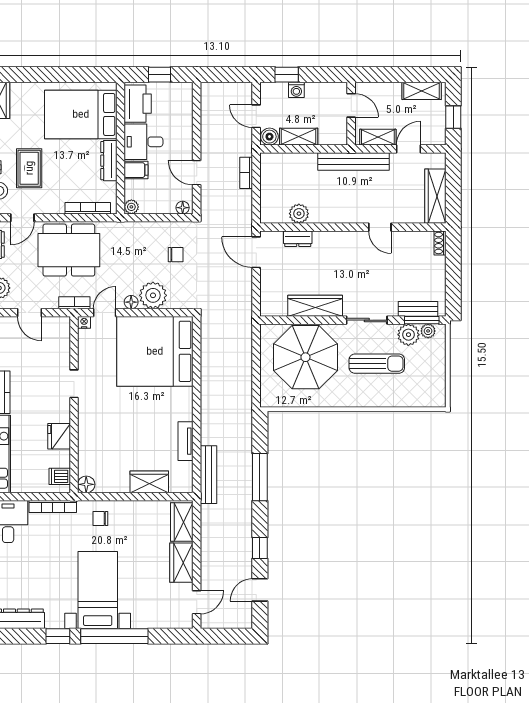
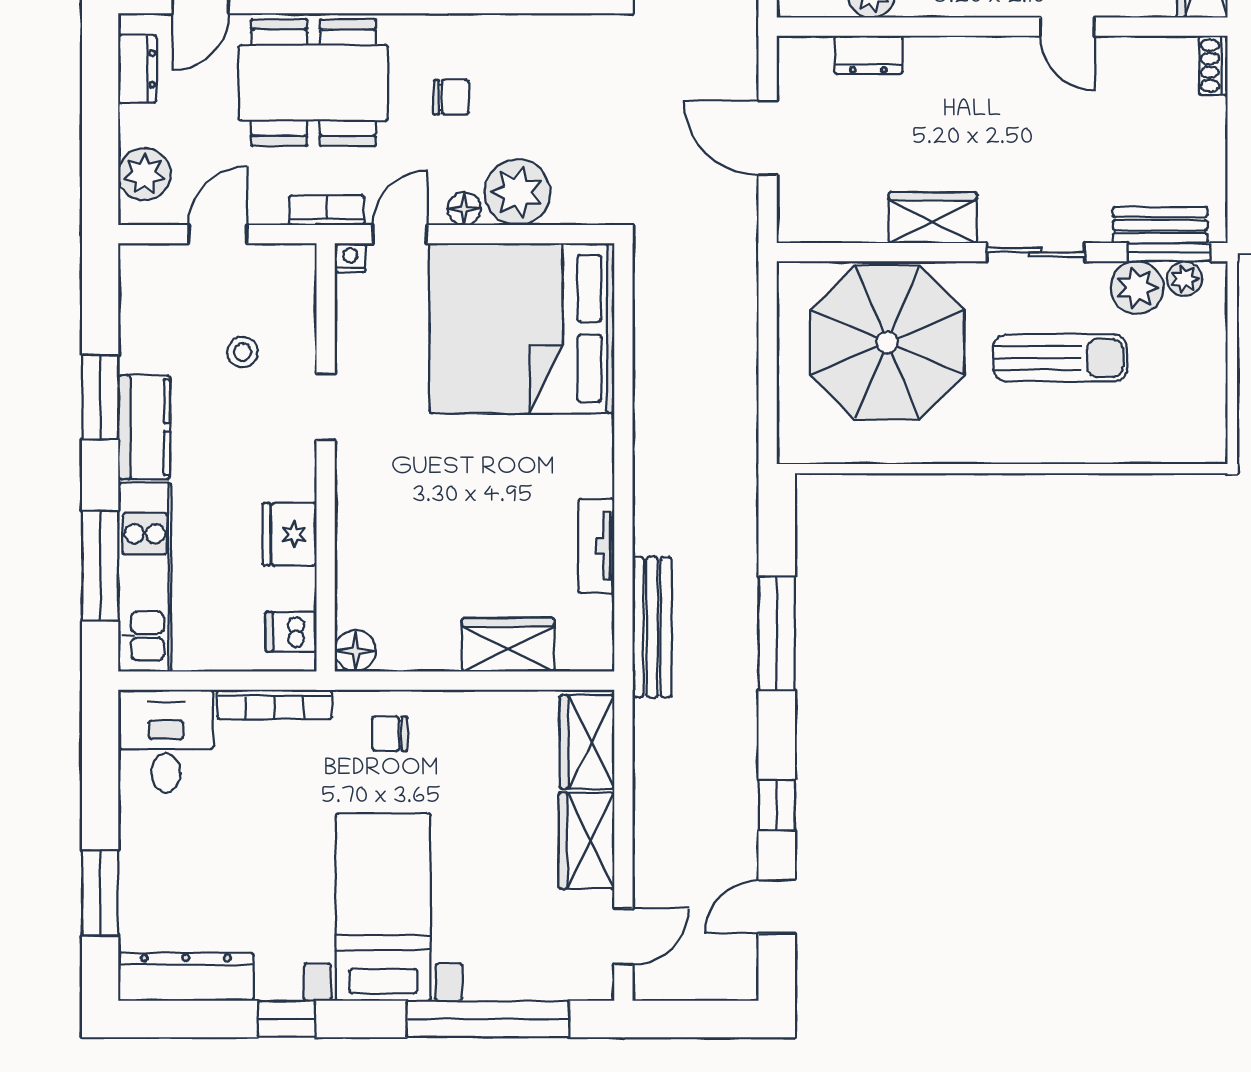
door: (256, 252) -> (768, 138), moved
chair: (176, 255) -> (451, 97), moved
wardrobe: (315, 306) -> (933, 218), width x0.67
door: (30, 313) -> (218, 234), swing flipped
stool: (40, 361) -> (243, 352), added
window: (114, 636) -> (488, 1019), moved

